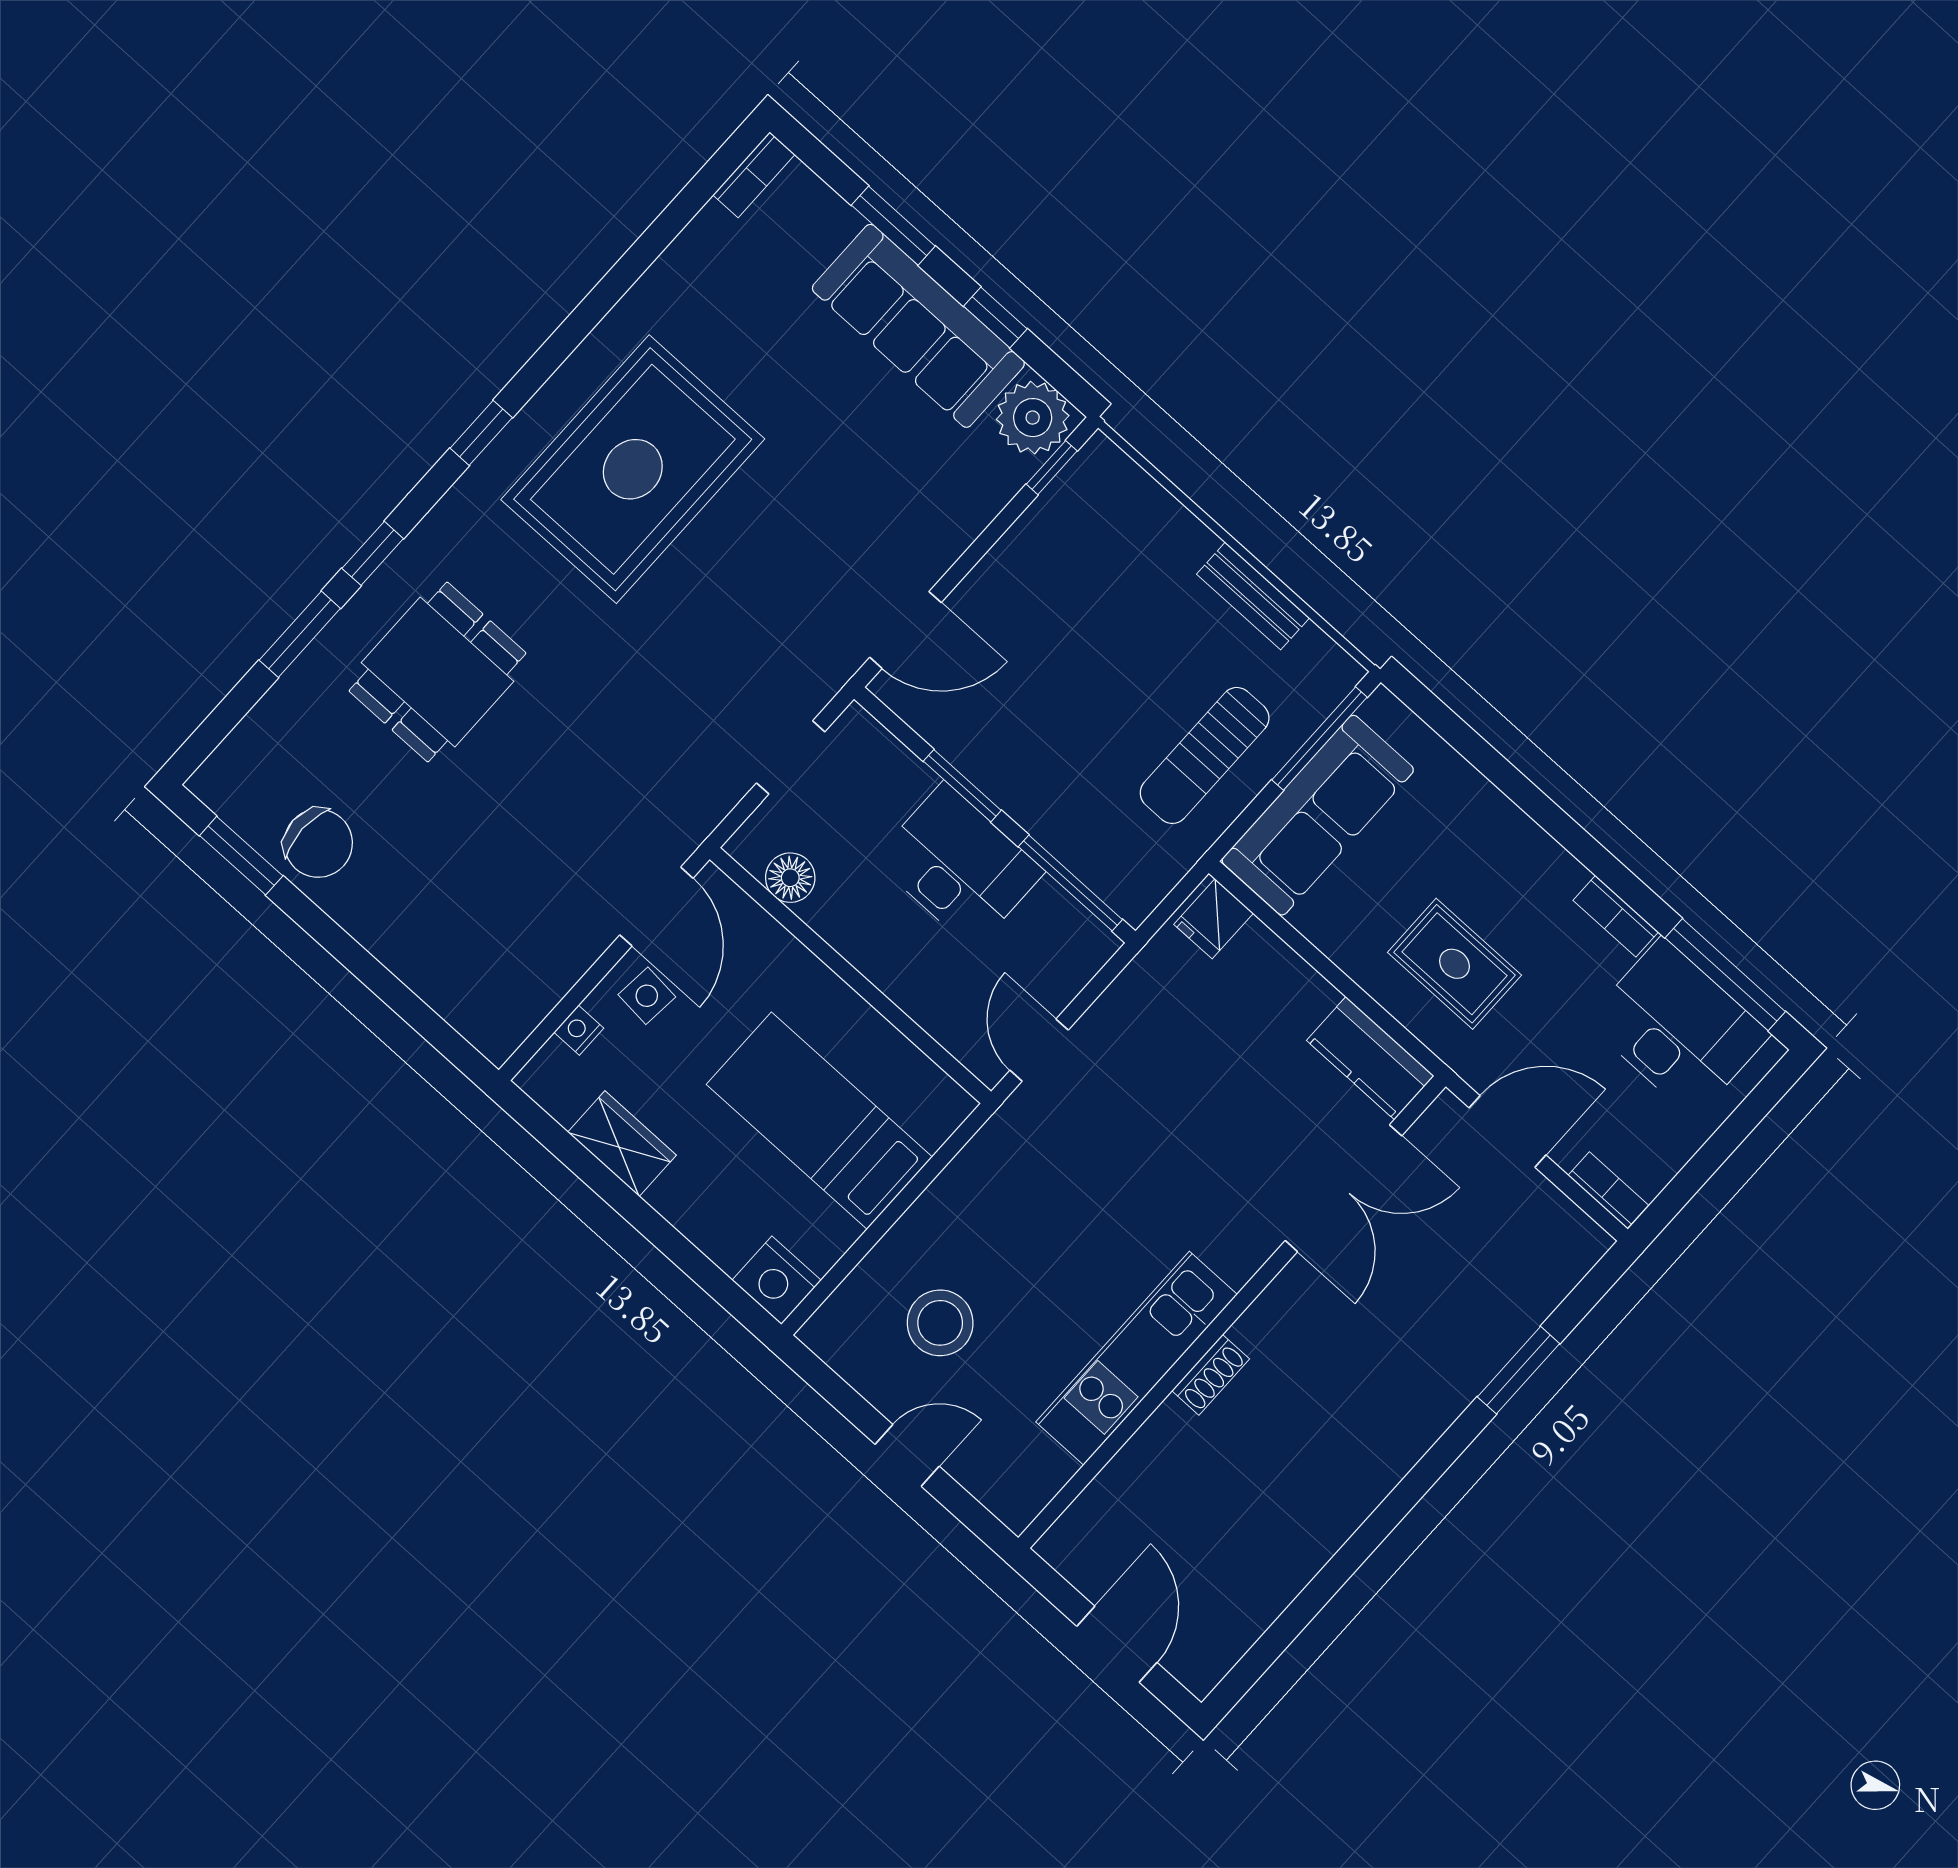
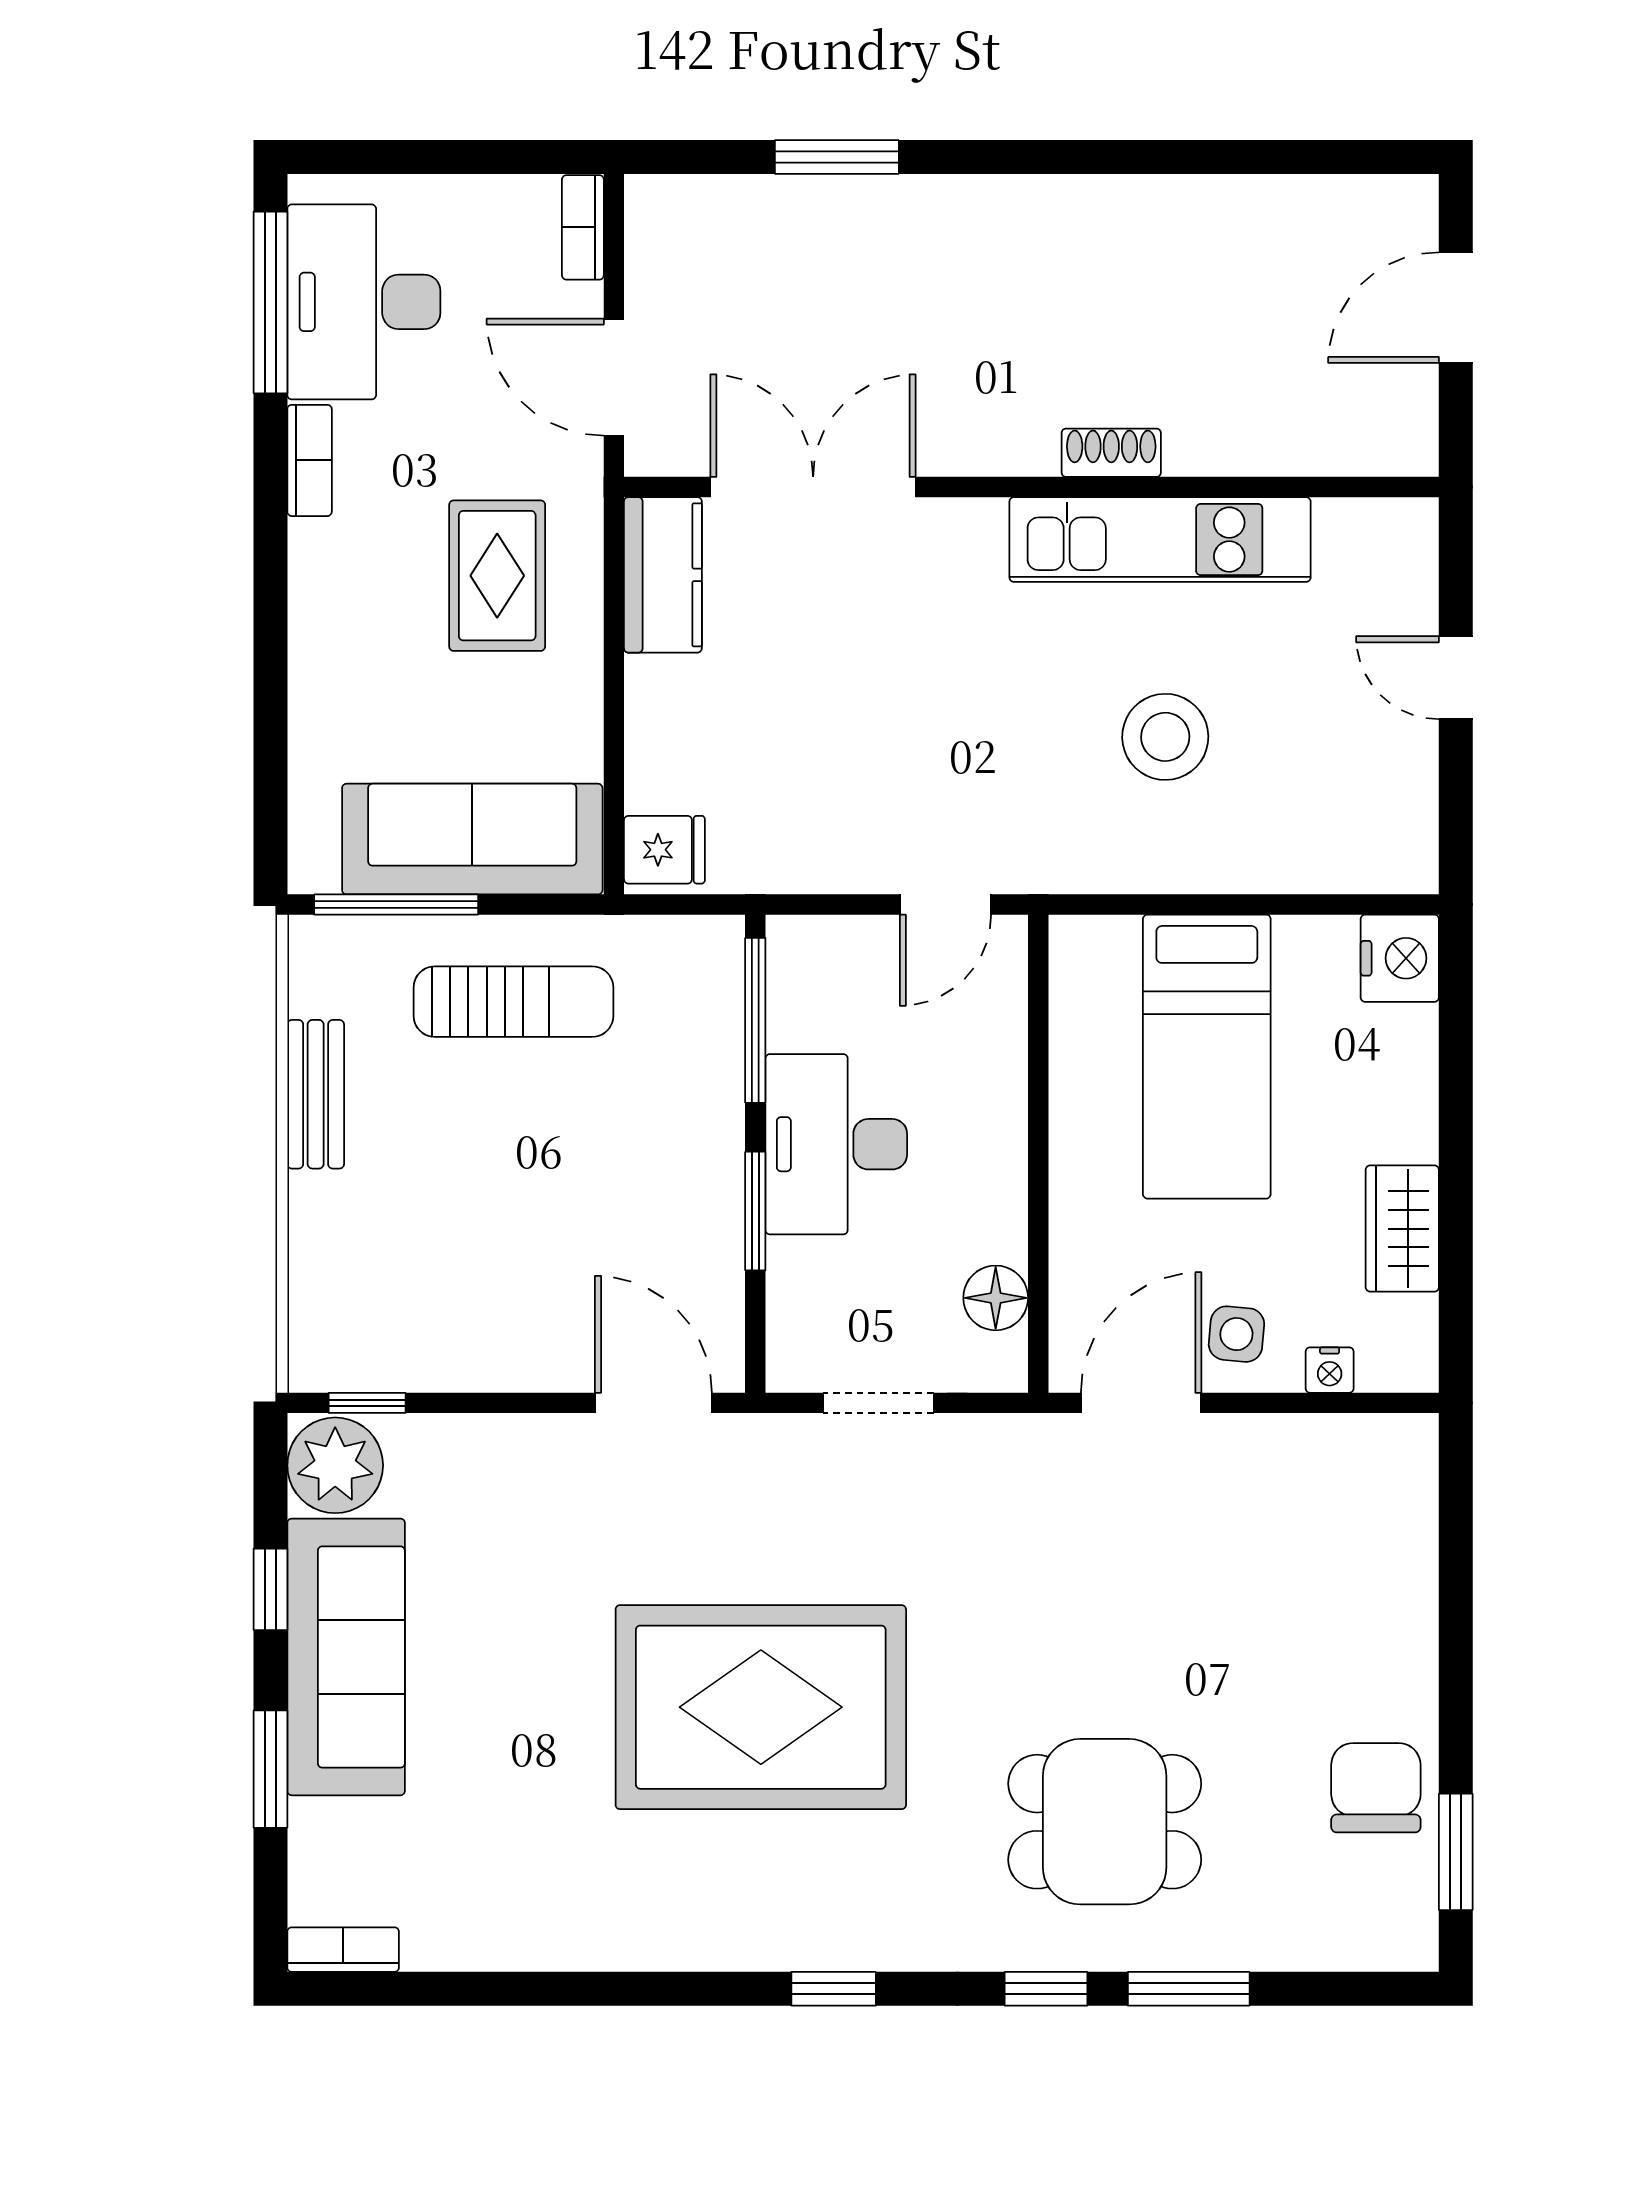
rug: (633, 469) -> (761, 1707), moved
stool: (940, 1323) -> (1165, 737), moved

